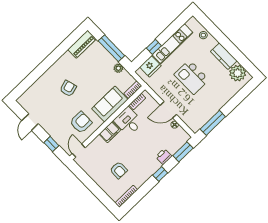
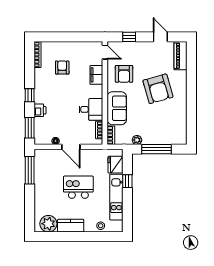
piano: (82, 44) -> (180, 56), moved
armchair: (68, 88) -> (158, 89), width x1.88, depth x1.88
door: (168, 110) -> (71, 147), swing flipped
filing cabinet: (110, 132) -> (96, 75), moved
armchair: (119, 170) -> (62, 67), turned 89

